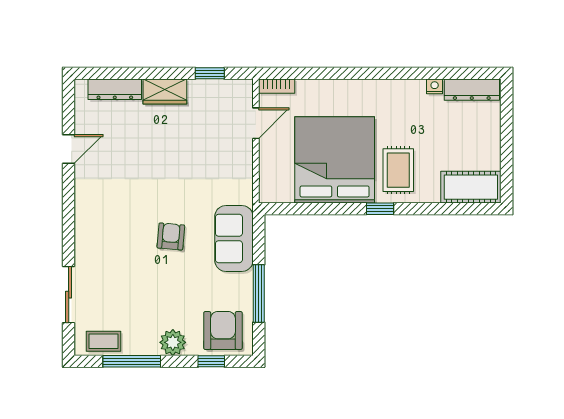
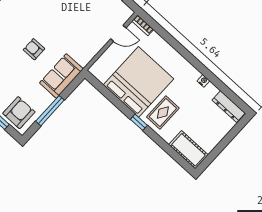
nightstand: (435, 86) -> (203, 81), moved
armchair: (171, 236) -> (34, 49), turned -95

